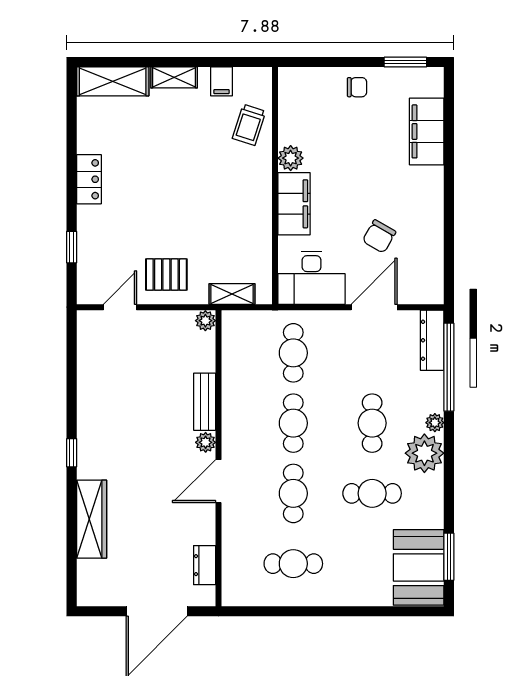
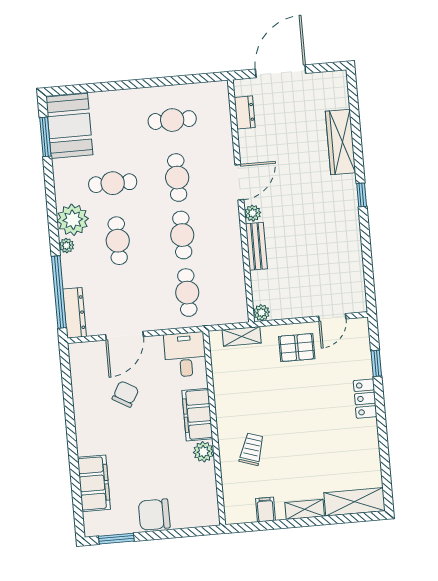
chair: (357, 87) -> (154, 515), width x1.87, depth x1.87
trolley: (249, 125) -> (252, 449), moved
locker: (89, 179) -> (365, 399), moved
desk: (312, 278) -> (185, 355), width x0.73

